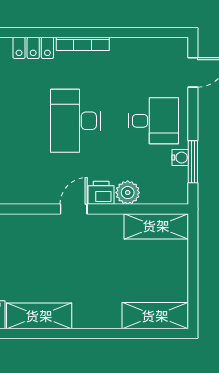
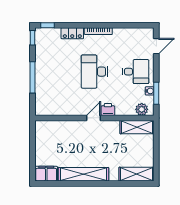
plant: (128, 193) -> (142, 109), moved
shelving: (39, 316) -> (83, 174), width x1.47

